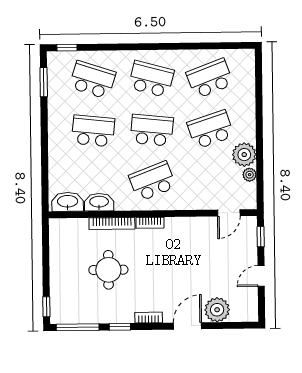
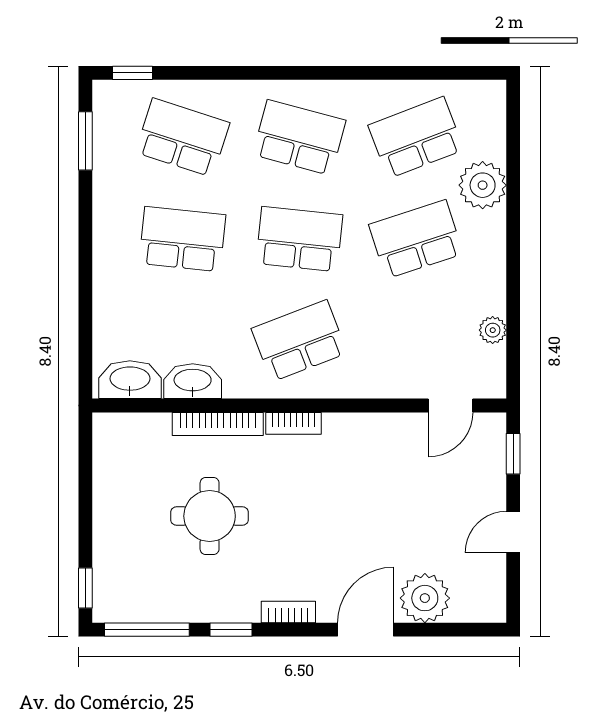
plant: (244, 155) -> (483, 185), moved

